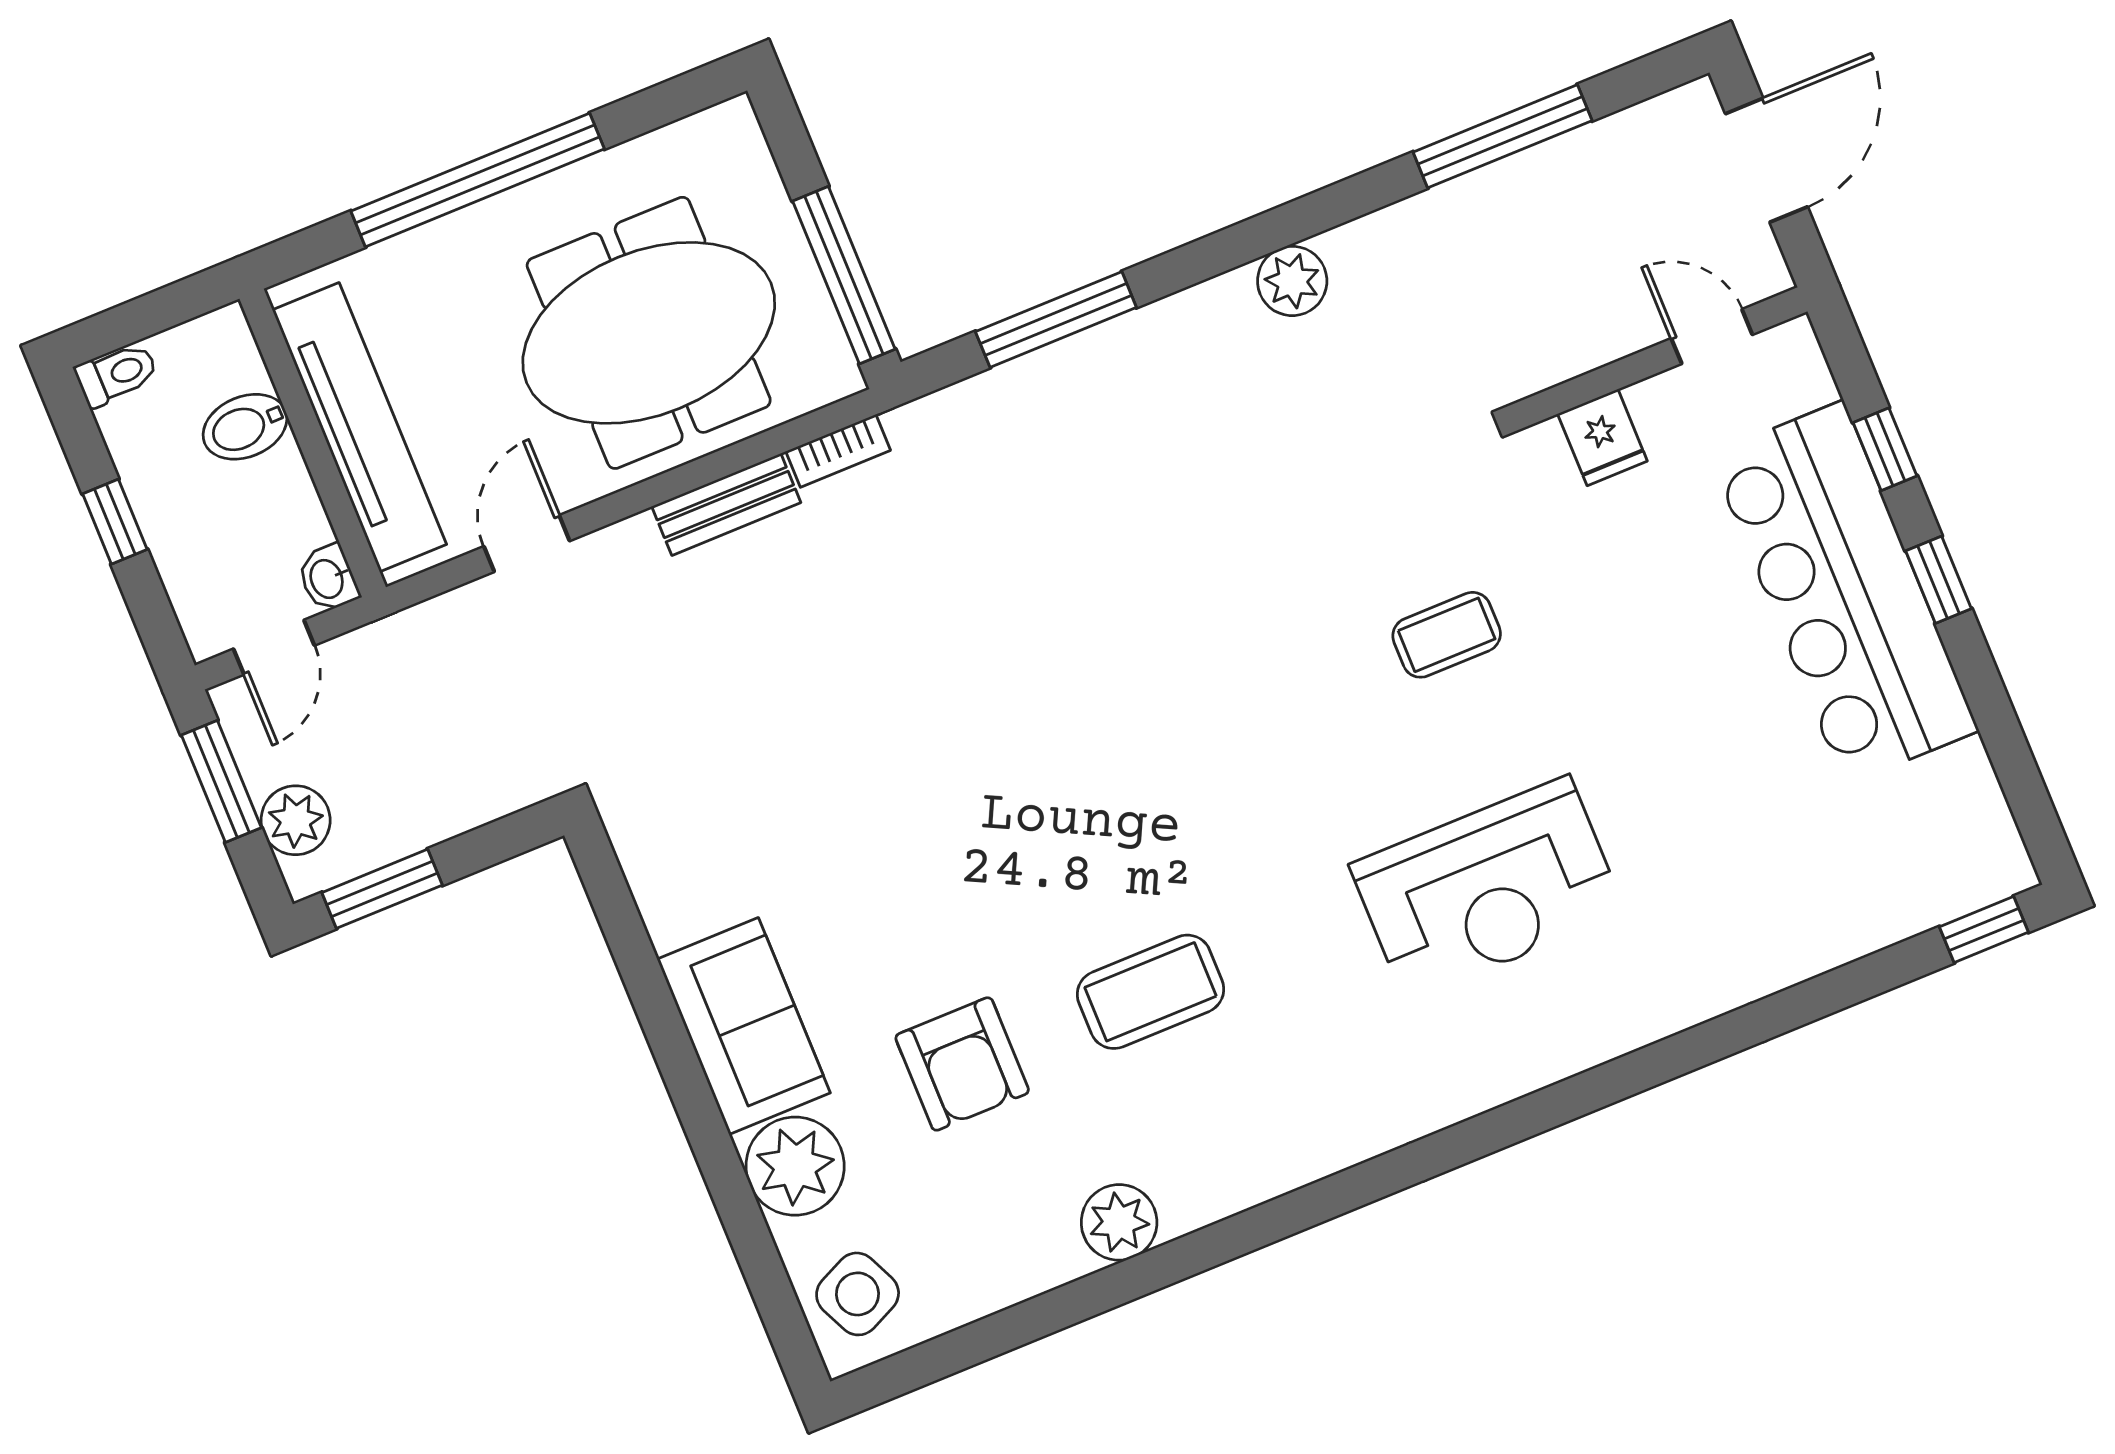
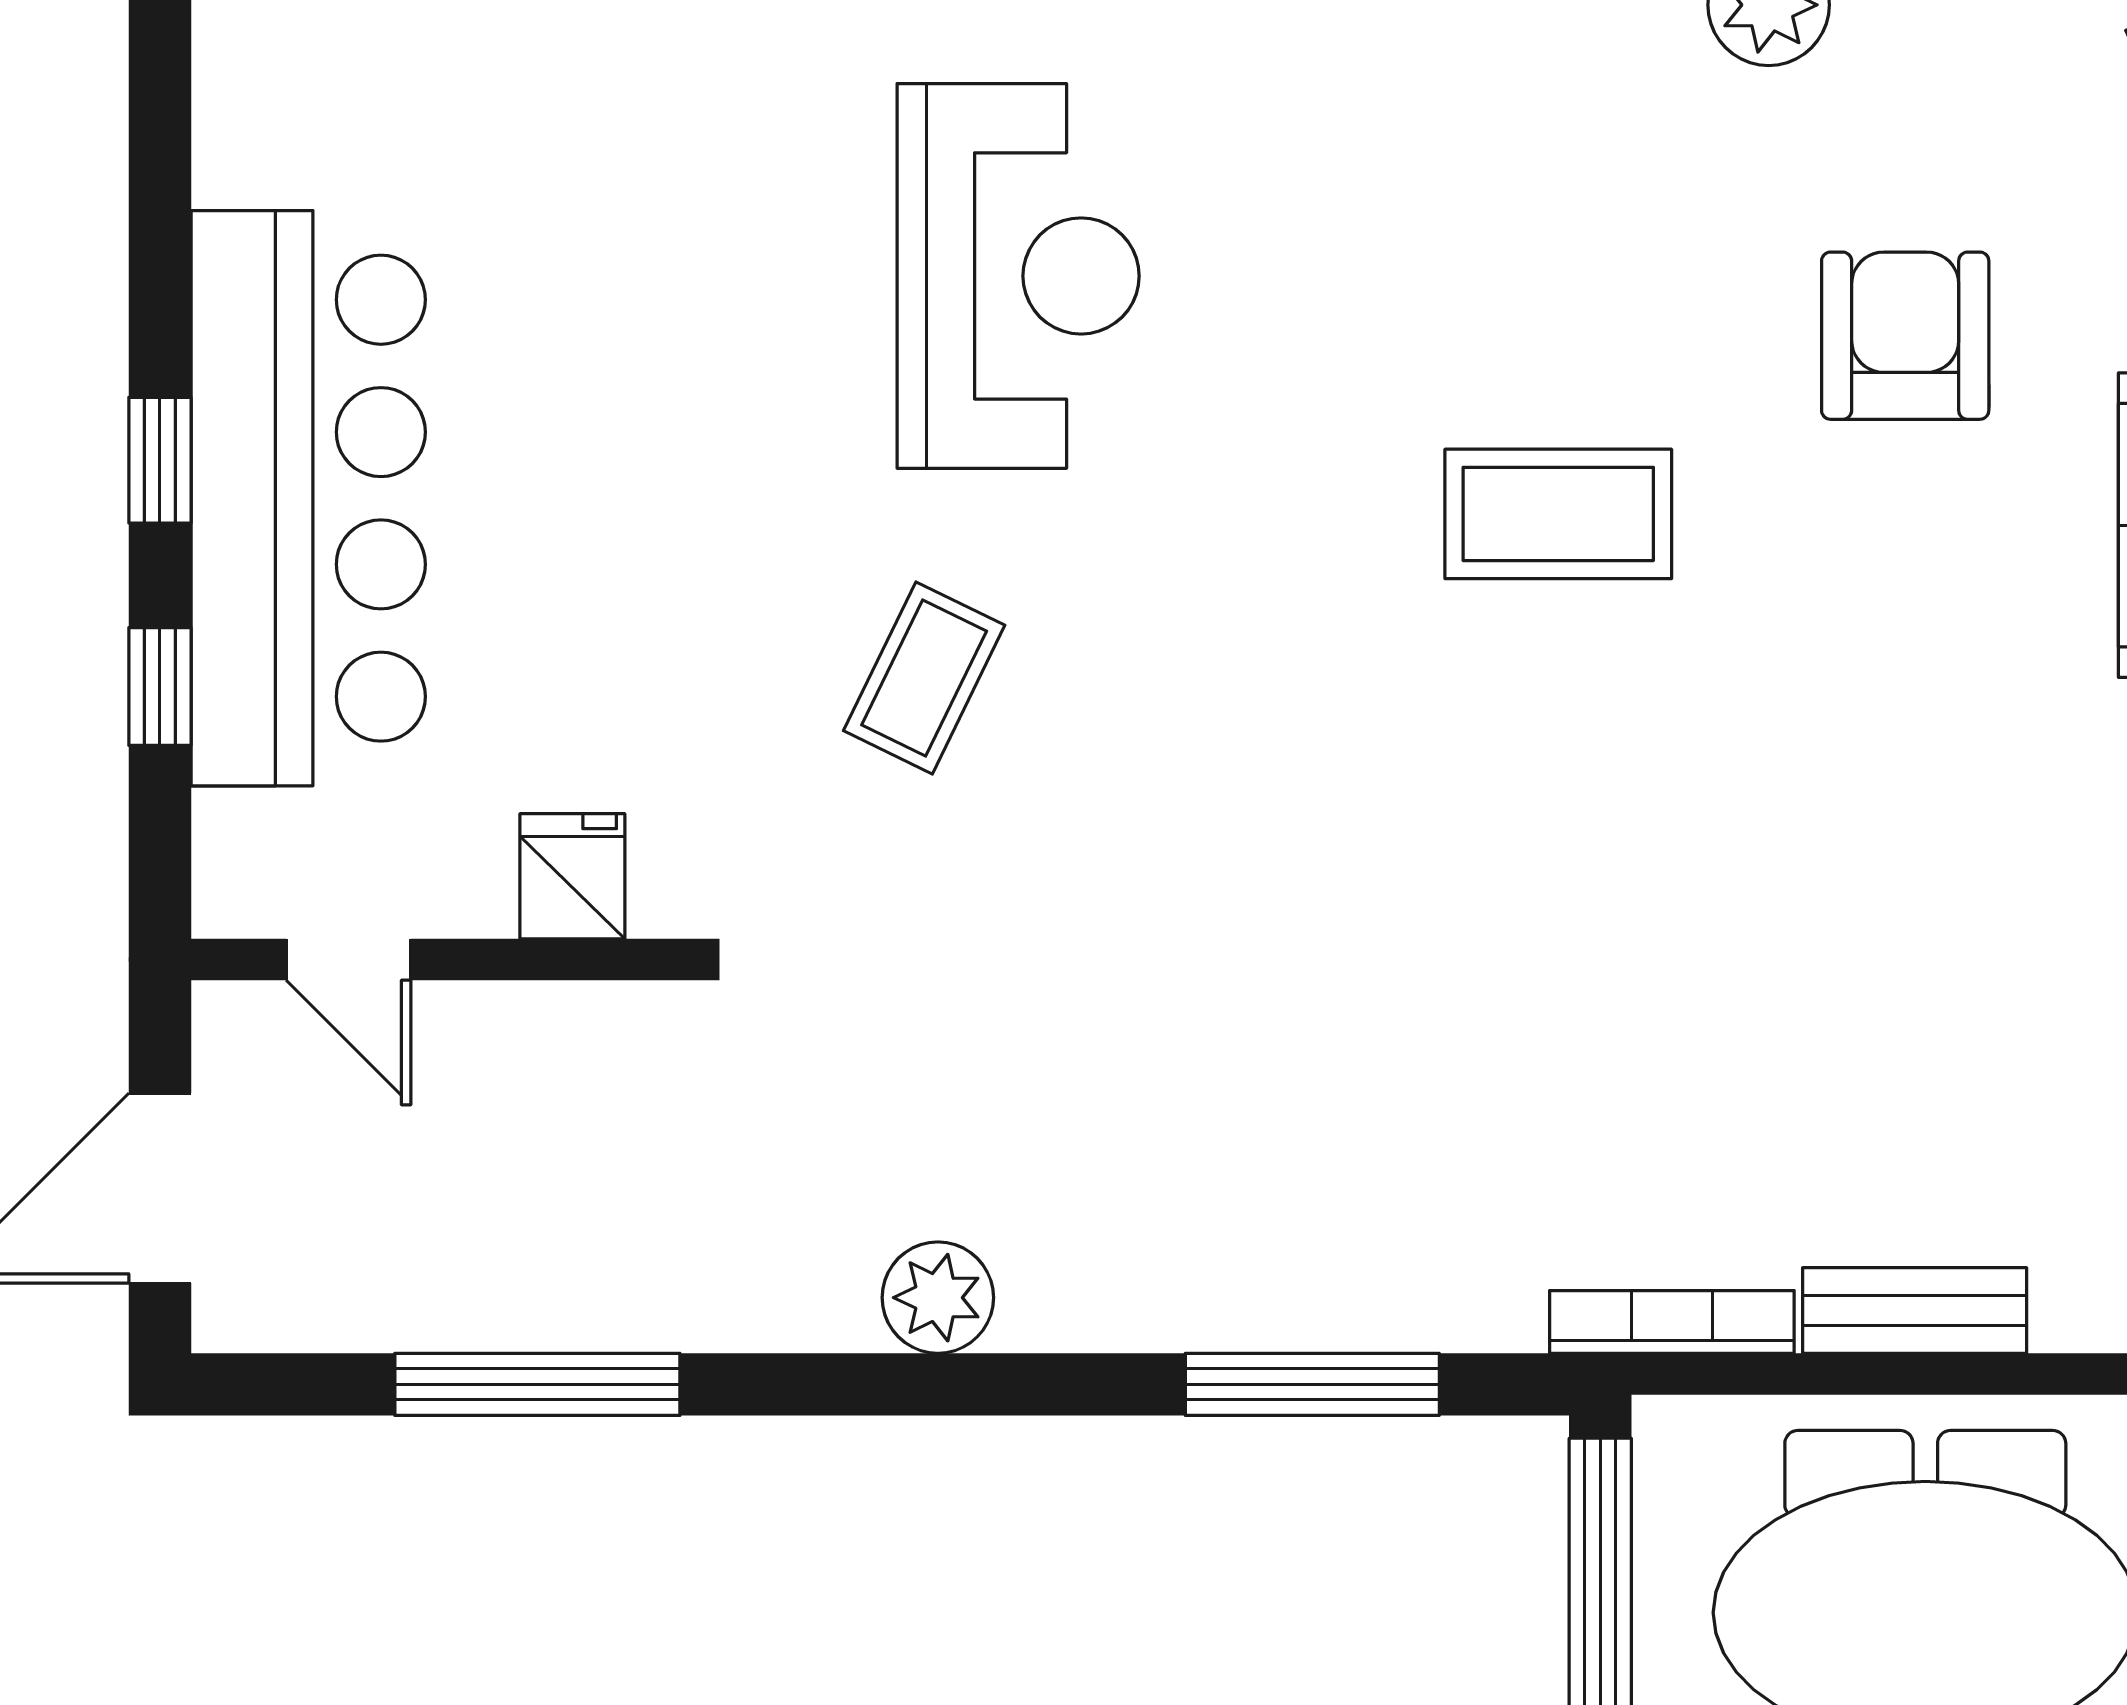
bookcase: (838, 451) -> (1672, 1322), width x1.56
coffee table: (1447, 635) -> (924, 678), turned -64
reception desk: (1487, 889) -> (1018, 276), turned 90
coffee table: (1151, 992) -> (1558, 514), moved

